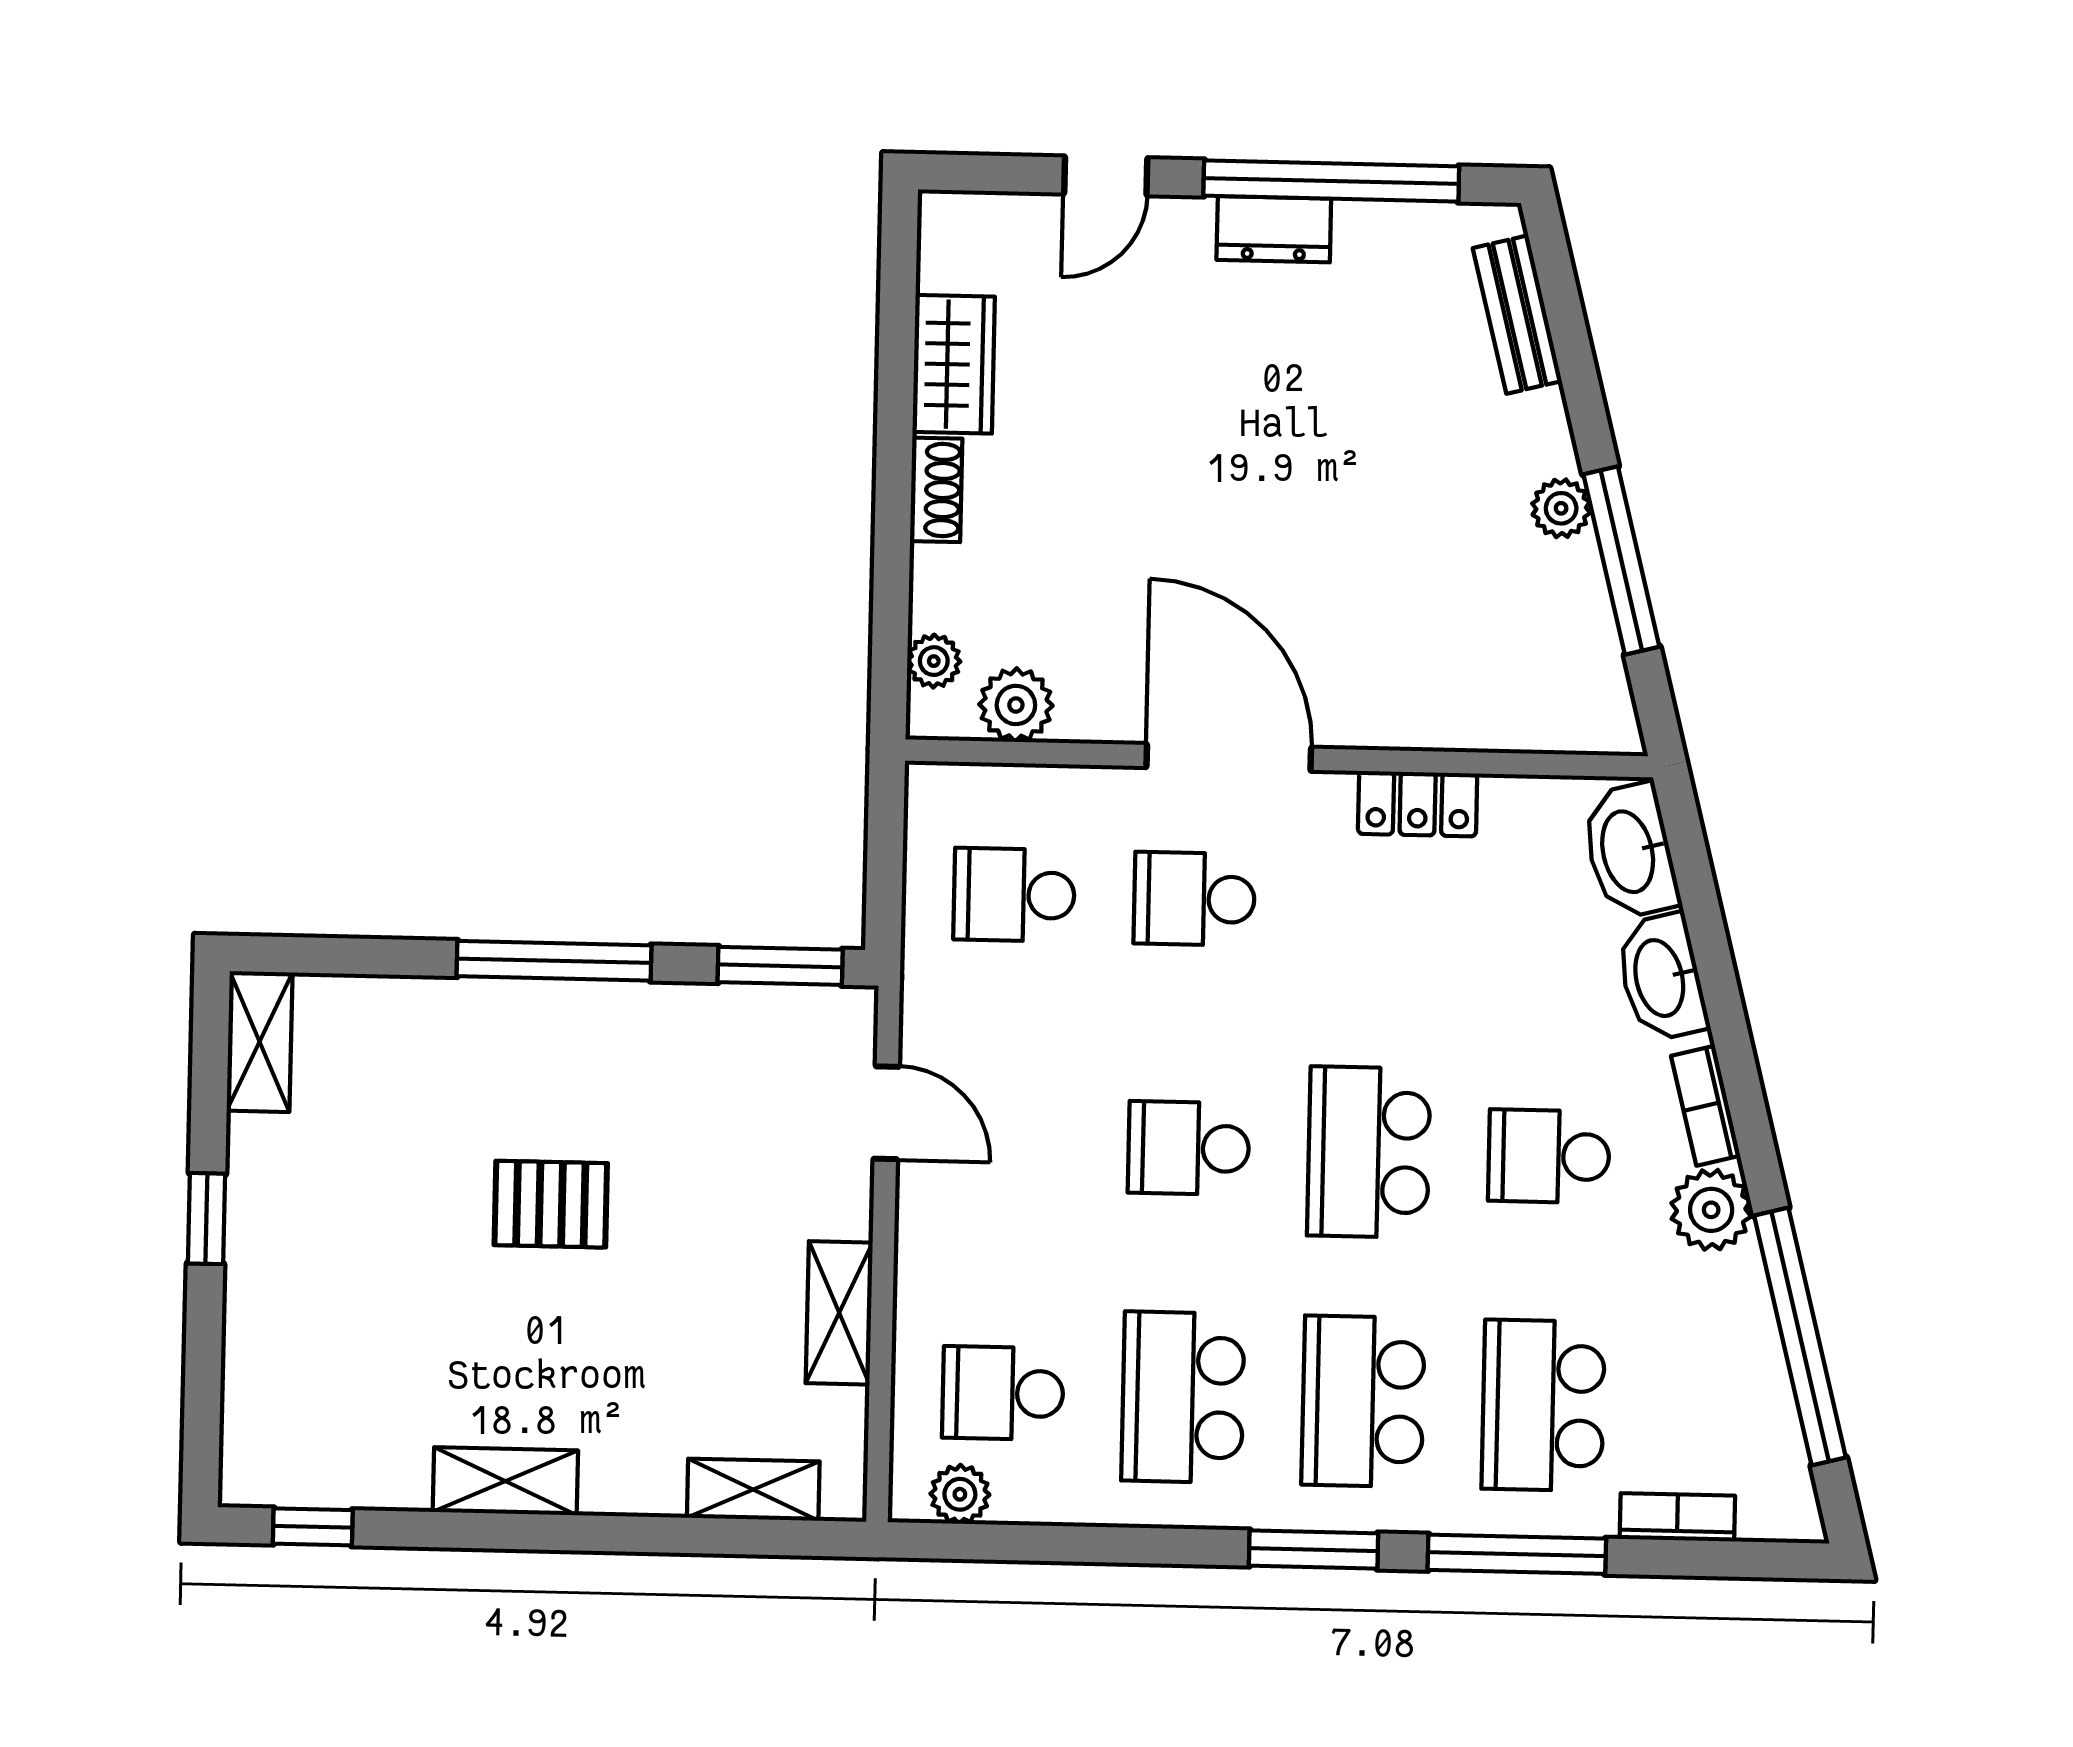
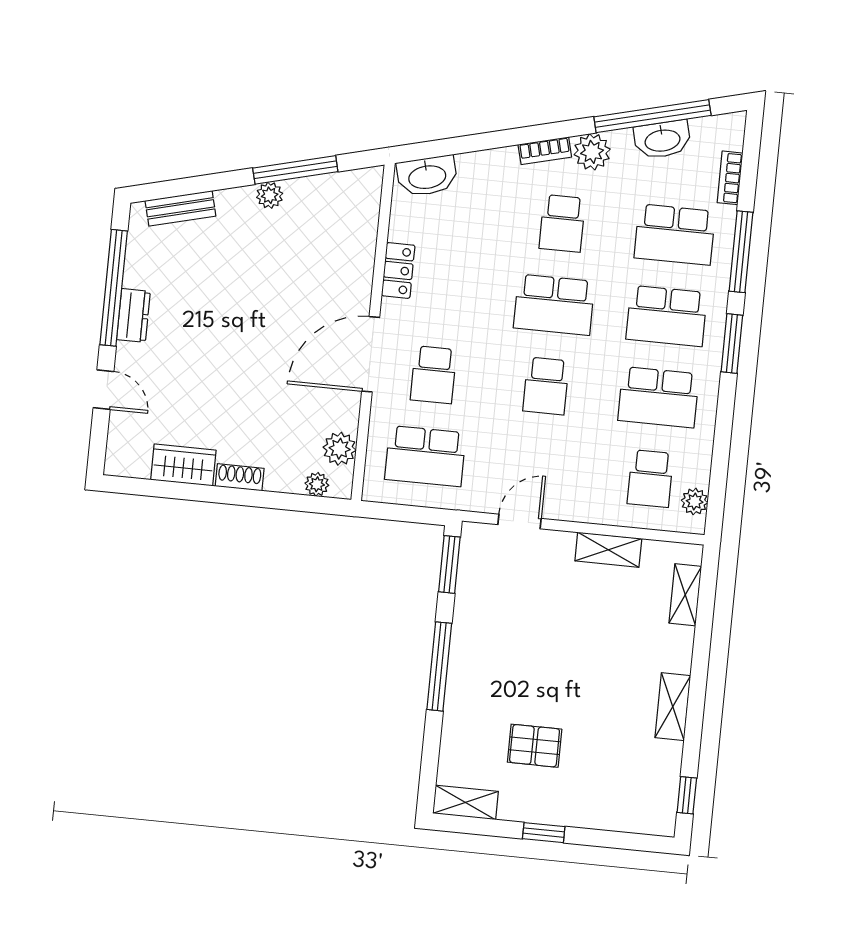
school desk: (1014, 895) -> (425, 456), width x1.85
washbasin: (1661, 978) -> (662, 140), moved
pallet: (551, 1204) -> (535, 746), moved, turned 90

